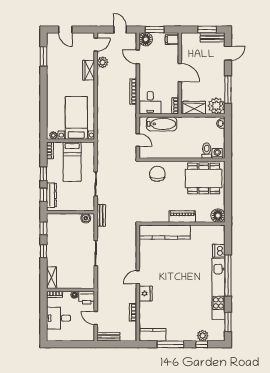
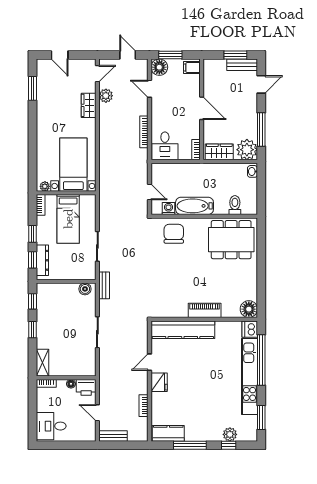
bathtub: (162, 124) -> (195, 206), moved, turned 180
washing machine: (217, 153) -> (168, 209), moved
floor lamp: (218, 216) -> (249, 309), moved
piano: (182, 217) -> (205, 310), moved
wall: (182, 224) -> (204, 319), moved
kitchen counter: (165, 232) -> (183, 330), moved
desk: (59, 318) -> (51, 426), moved

